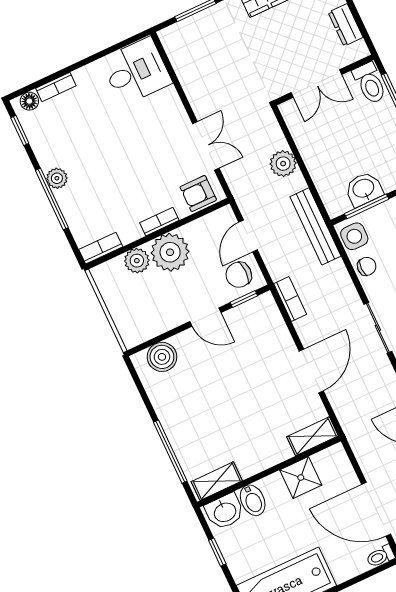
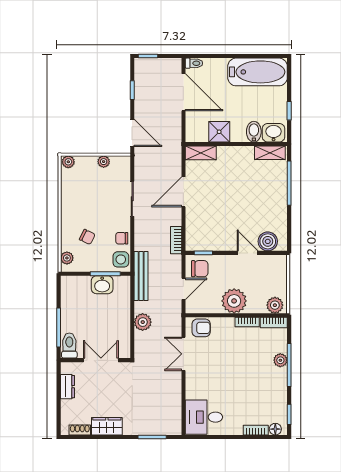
plant: (57, 178) -> (280, 360), moved
bookcase: (159, 222) -> (247, 322), moved
plant: (137, 261) -> (275, 305), moved
door: (205, 317) -> (247, 253), moved

